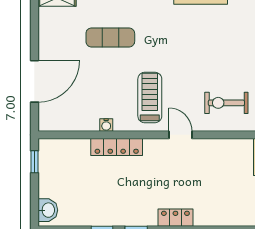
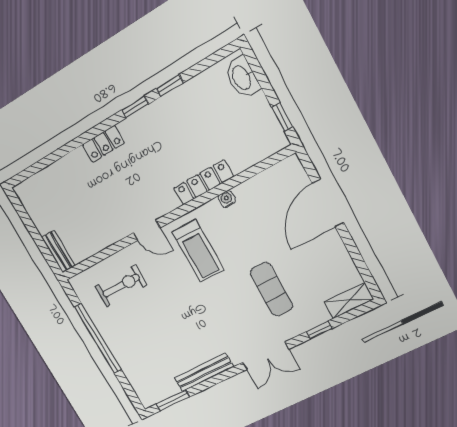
exercise mat: (110, 37) -> (271, 289), turned 90
washbasin: (48, 210) -> (242, 77), width x1.38

